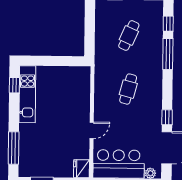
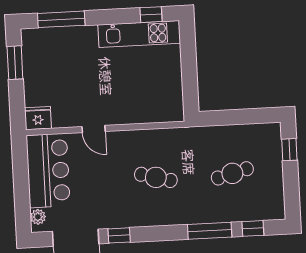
cafe table: (129, 35) -> (232, 173), turned -39

